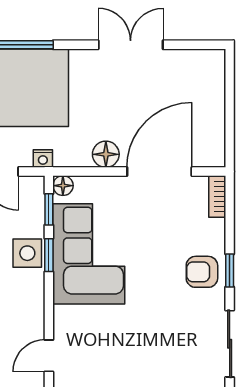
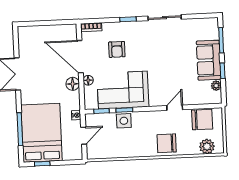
floor lamp: (63, 186) -> (88, 80), moved
armchair: (202, 272) -> (117, 49), moved
door: (49, 356) -> (175, 108), swing flipped

